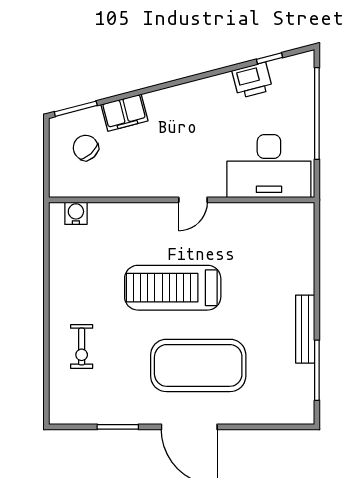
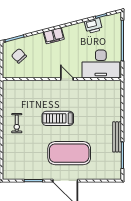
filing cabinet: (124, 113) -> (54, 36), moved
door: (193, 200) -> (67, 79), swing flipped
water cooler: (76, 213) -> (15, 85), removed
treadmill: (173, 288) -> (58, 118), width x0.73, depth x0.73
exercise bike: (82, 347) -> (17, 123), moved

